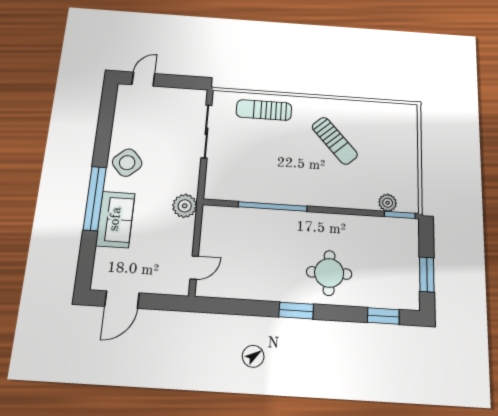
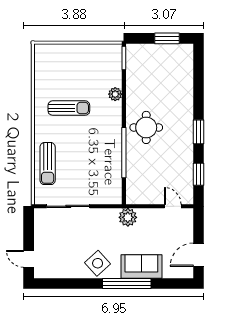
sun lounger: (335, 141) -> (69, 108), turned 42
plant: (388, 203) -> (115, 94), moved
round table: (329, 273) -> (146, 127), moved
door: (122, 300) -> (198, 255), swing flipped
window: (383, 316) -> (198, 174), moved

